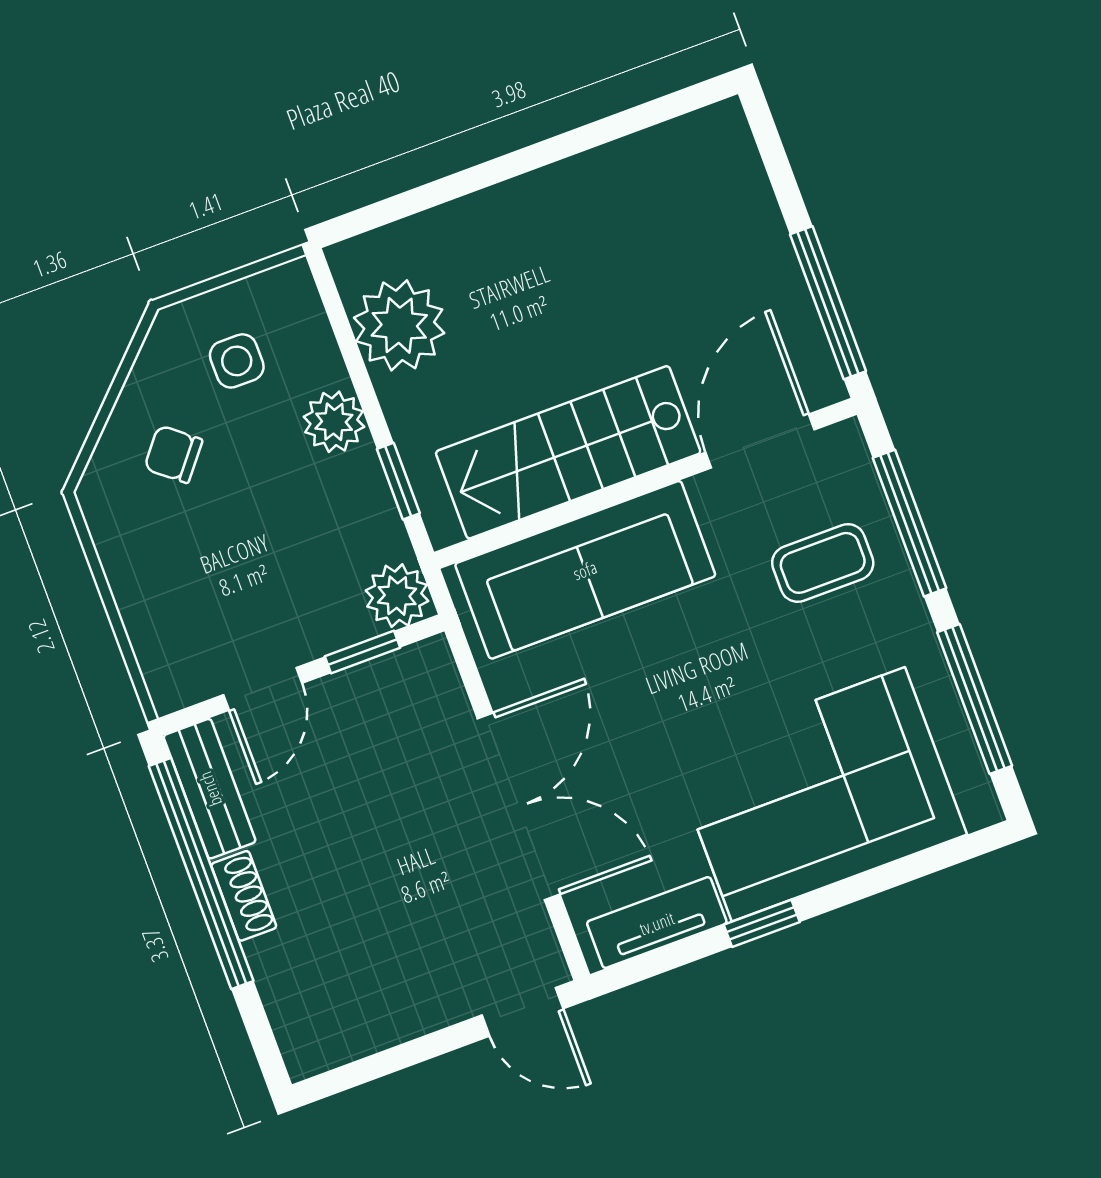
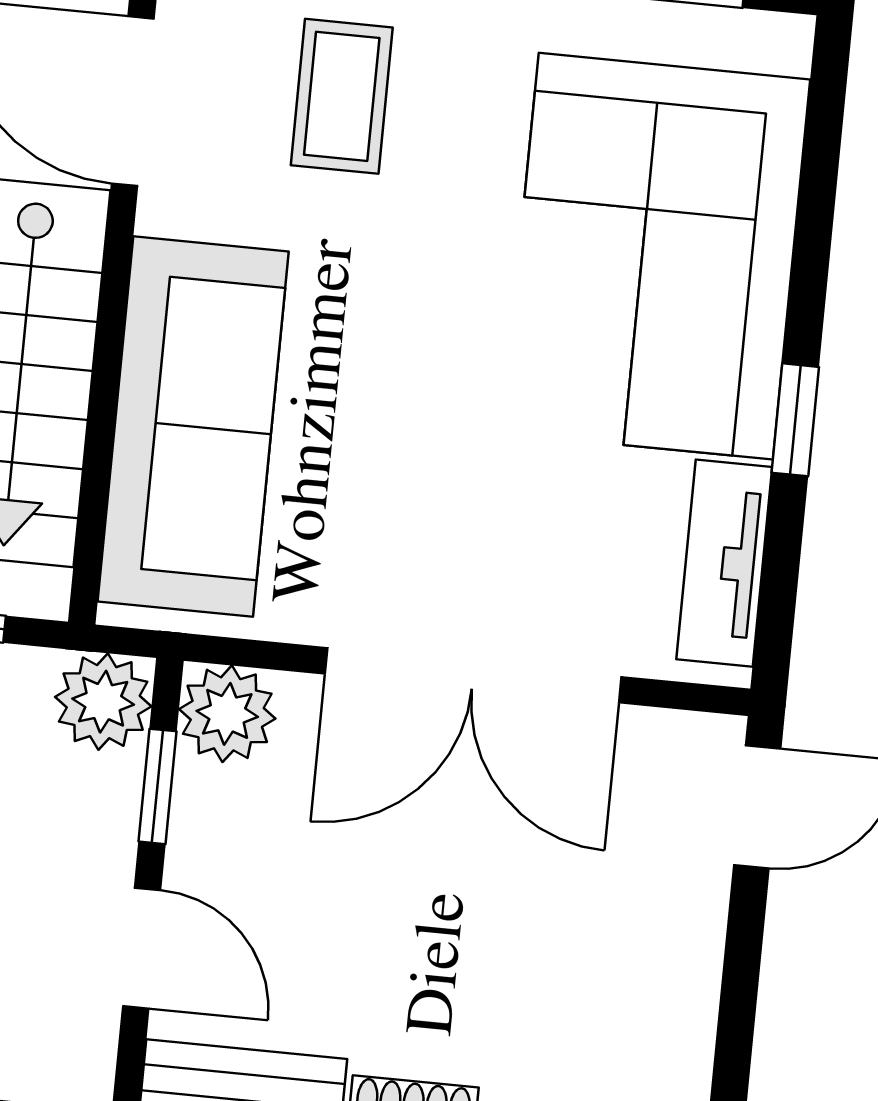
plant: (425, 672) -> (227, 714), added
double door: (519, 806) -> (473, 675), swing flipped

